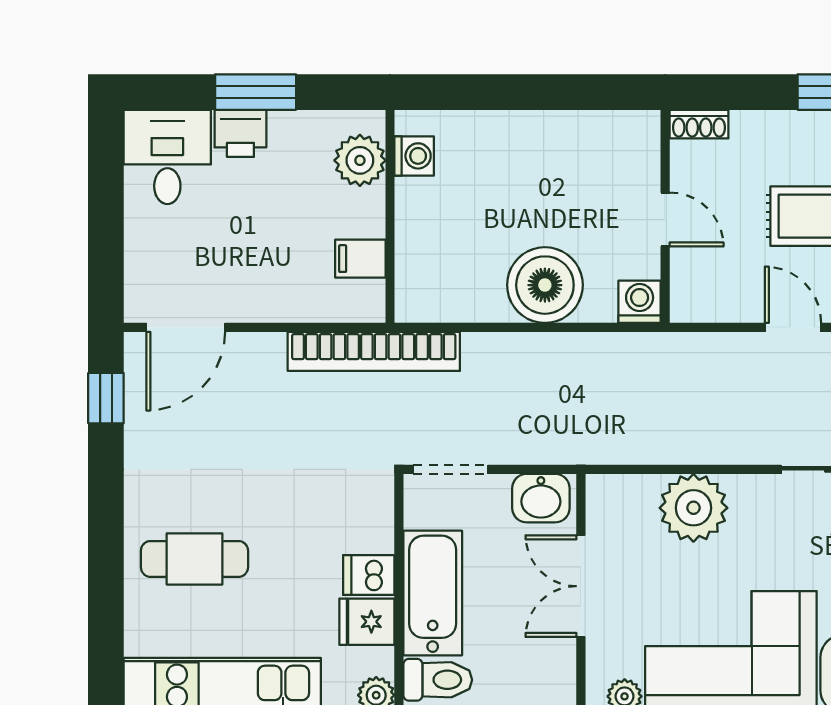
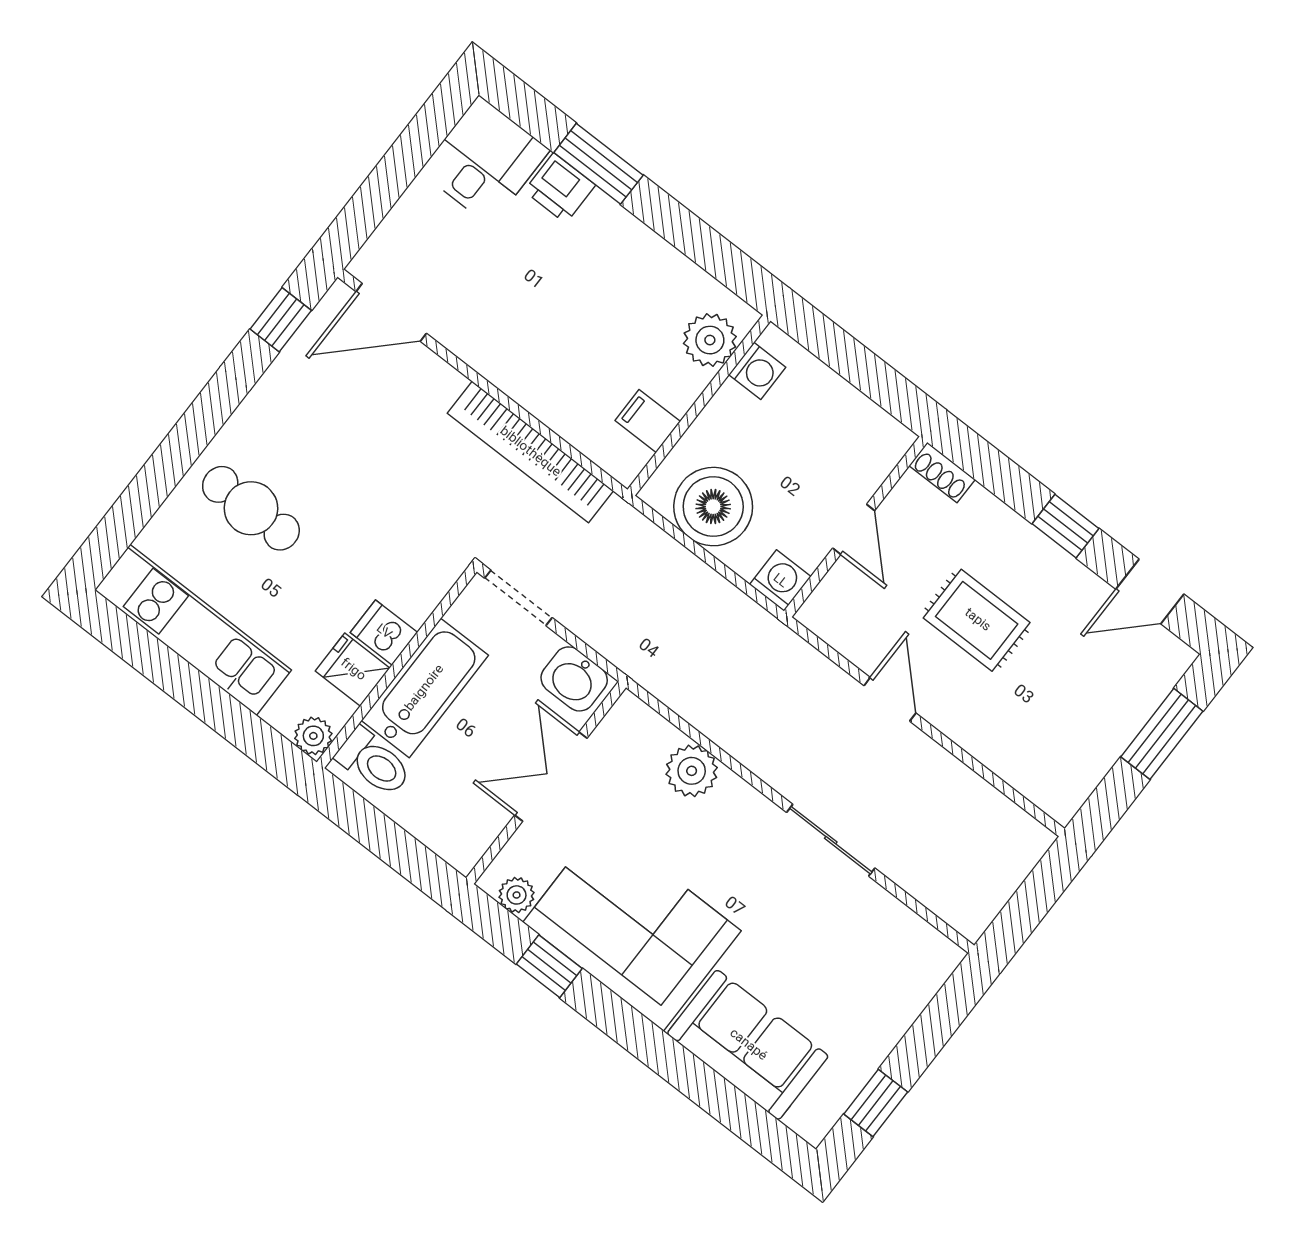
washing machine: (414, 156) -> (757, 371), moved
plant: (360, 160) -> (710, 340), moved
wall: (390, 216) -> (699, 405), moved
filing cabinet: (360, 259) -> (648, 421), moved
plant: (693, 508) -> (692, 771), width x0.73, depth x0.73

